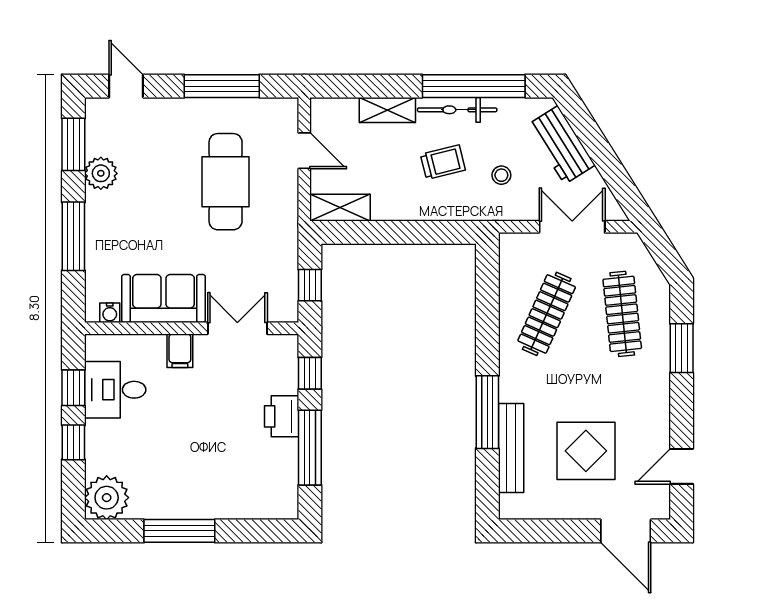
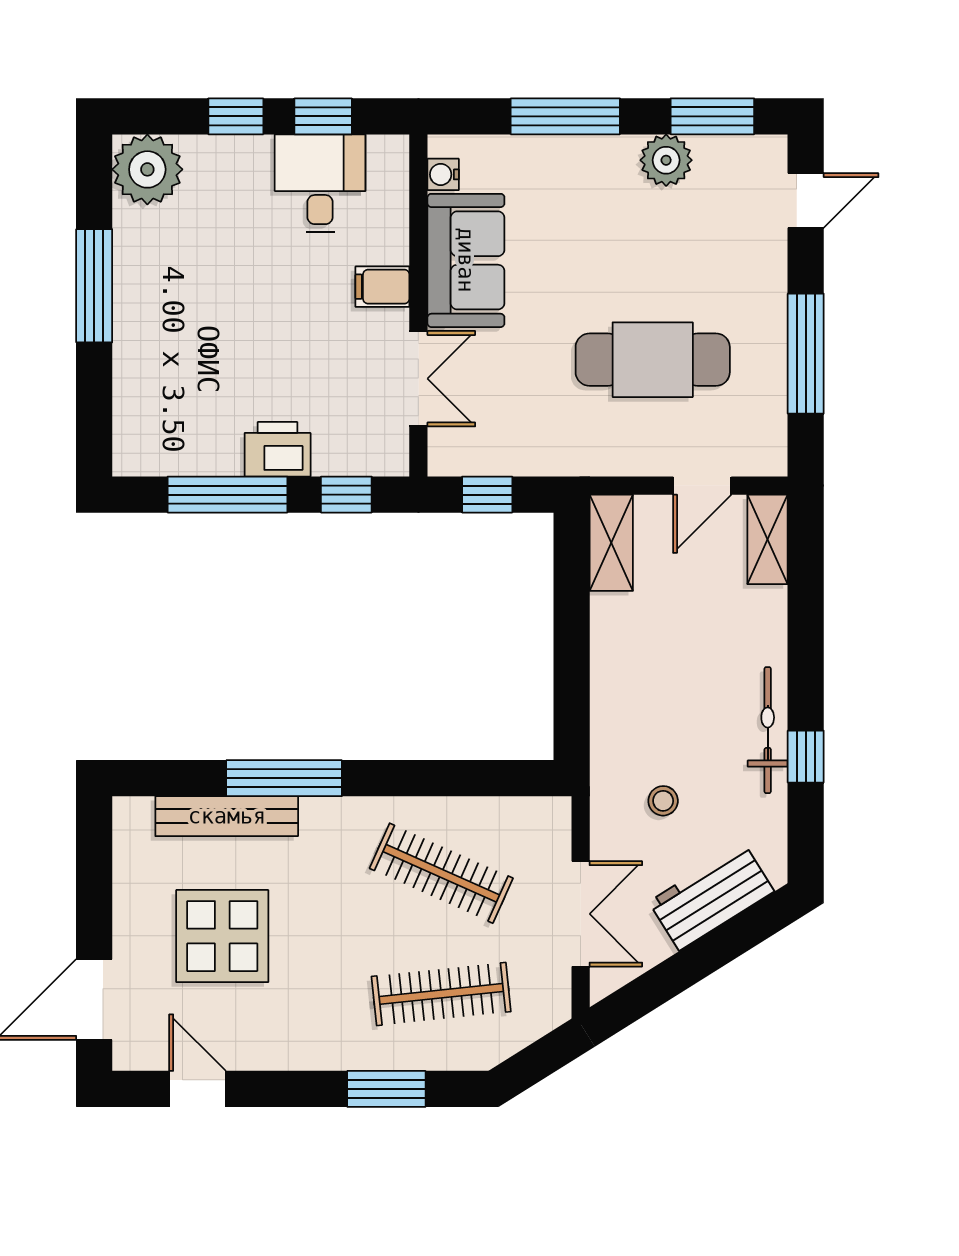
window: (474, 86) -> (806, 757), width x0.32
shelving: (387, 110) -> (767, 539), moved
trolley: (443, 162) -> (684, 707), removed

